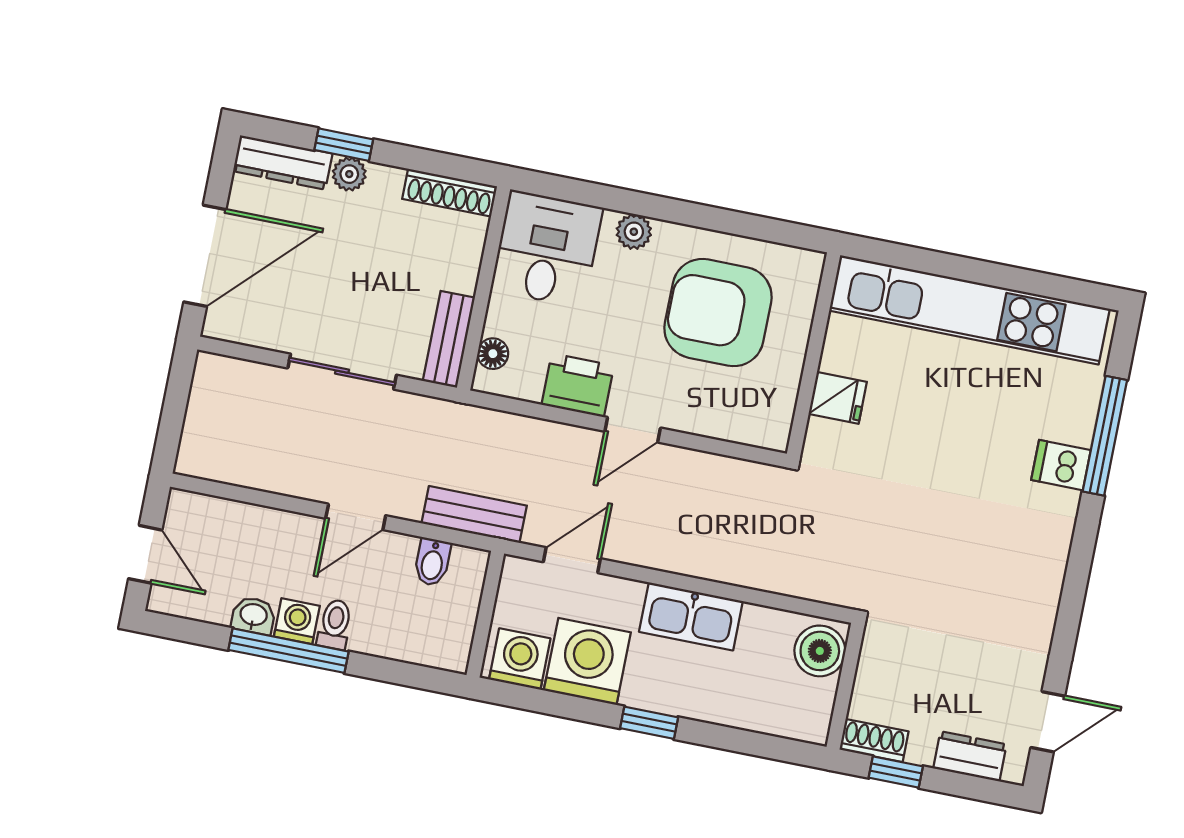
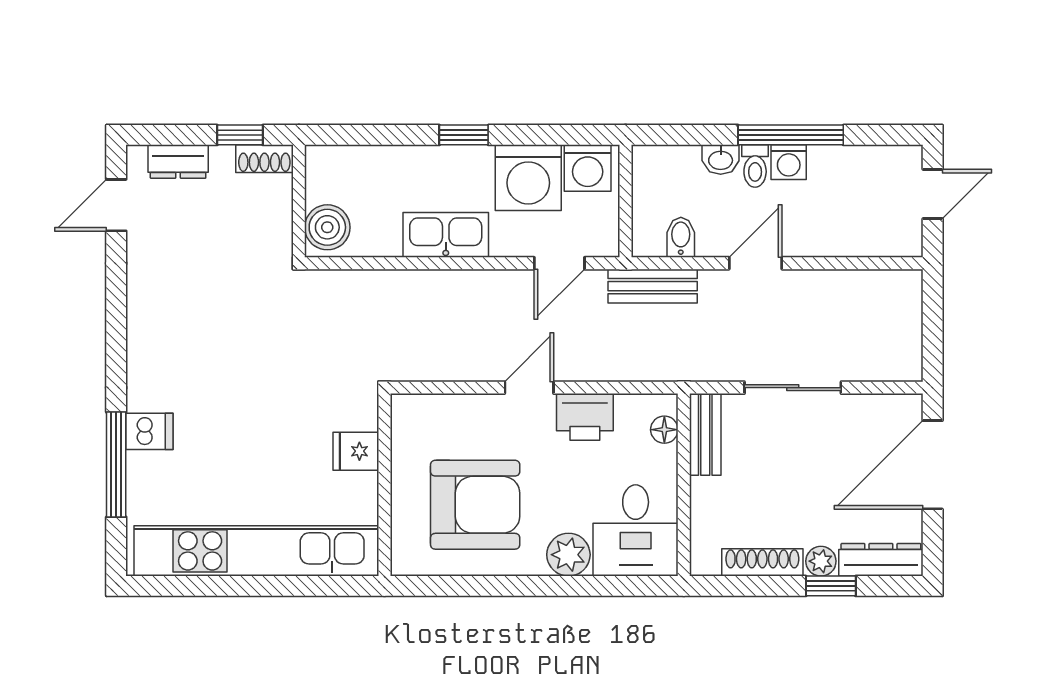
shoe rack: (450, 193) -> (762, 562), moved
plant: (634, 232) -> (568, 555), width x1.38, depth x1.38
door: (145, 554) -> (933, 194), swing flipped
washbasin: (253, 616) -> (721, 159), moved

